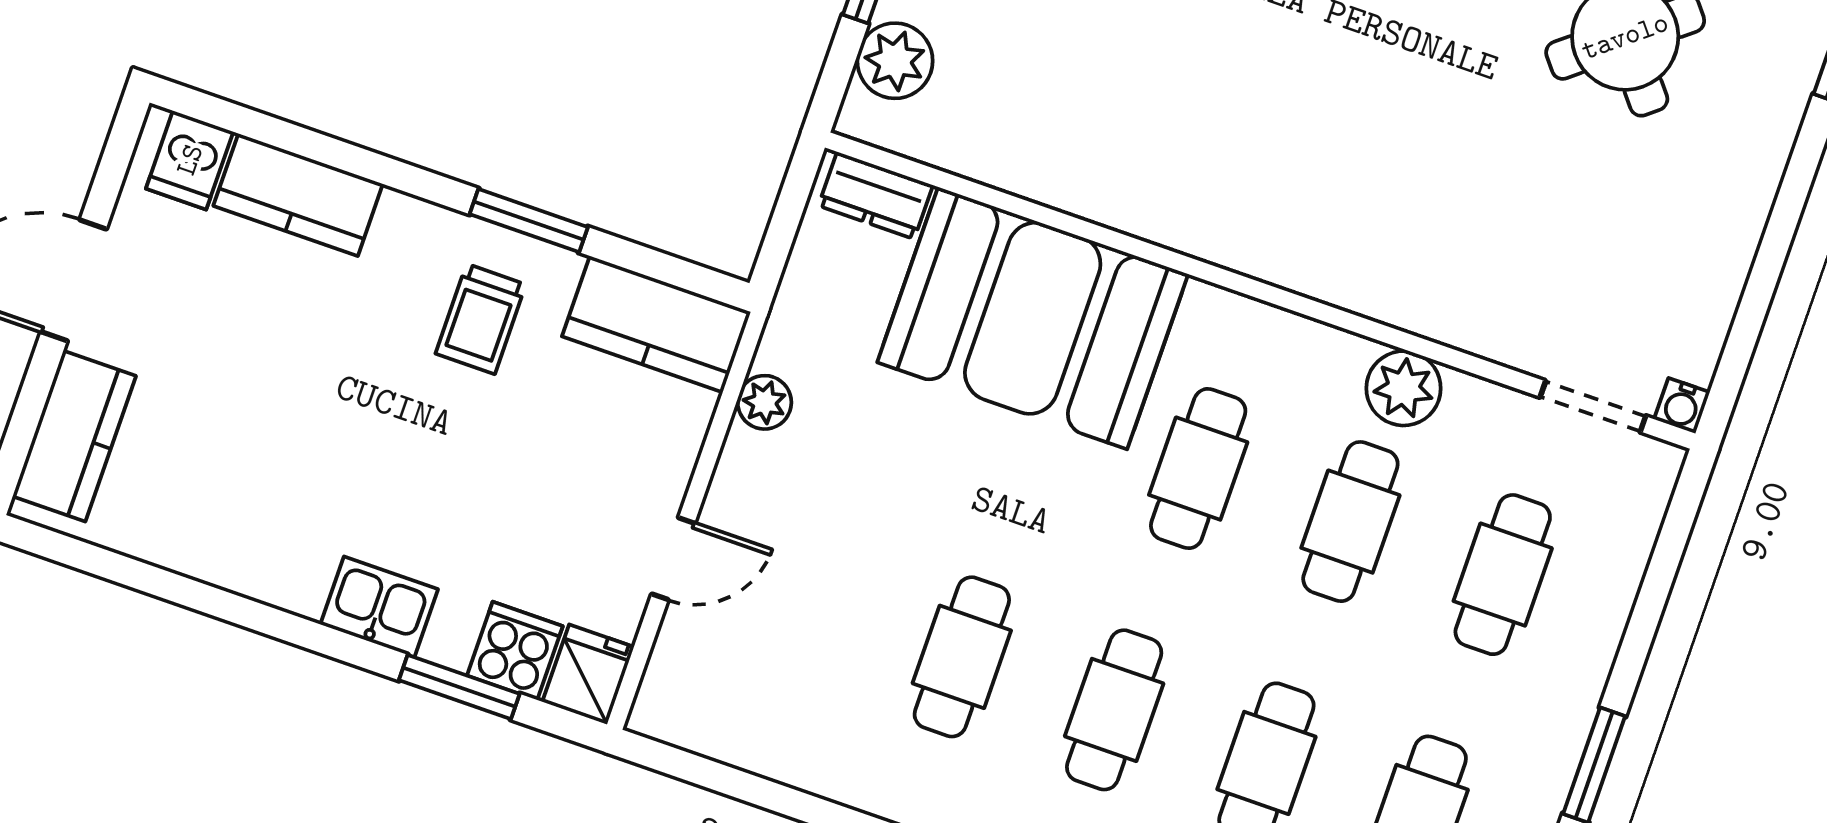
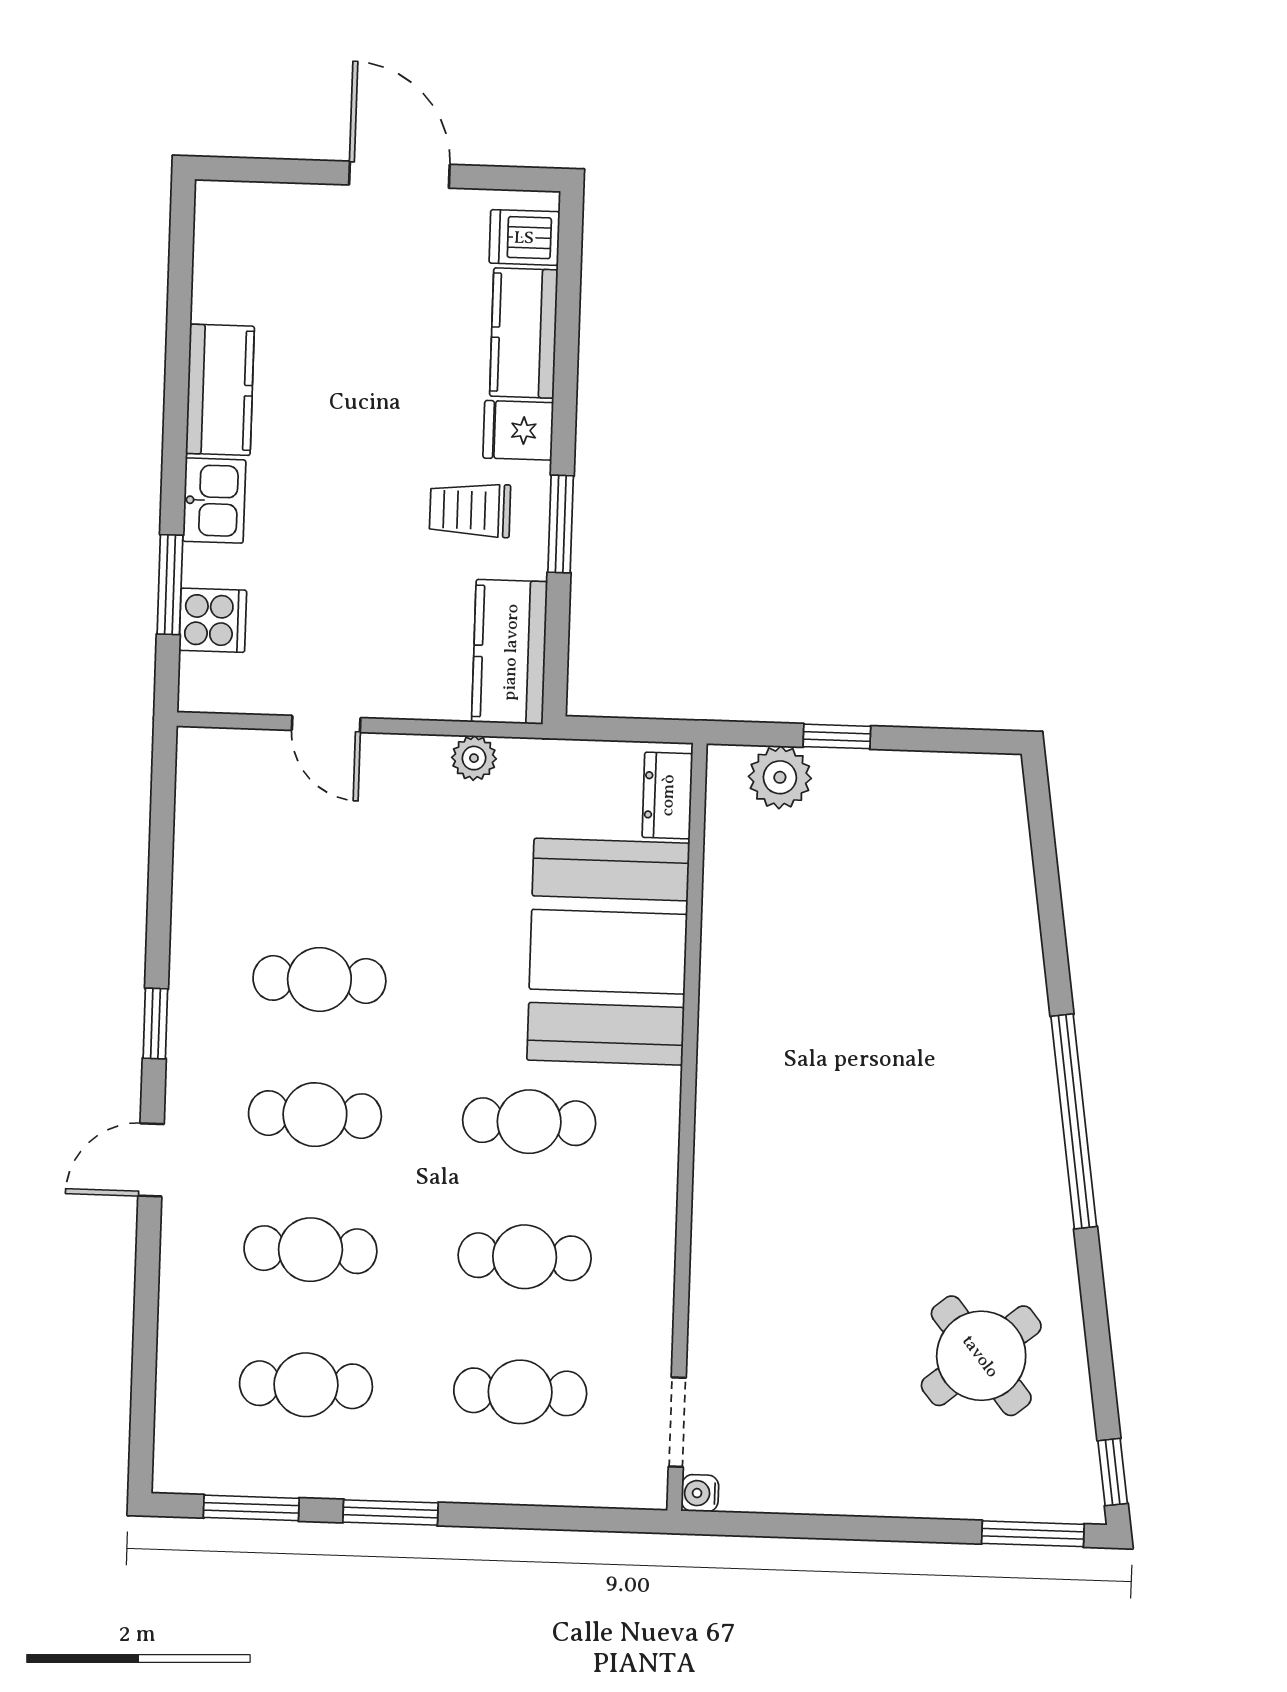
plant: (1404, 388) -> (644, 1266), removed
kitchen counter: (74, 436) -> (220, 390), moved, turned -90
fridge: (588, 674) -> (518, 430), moved, turned 180

